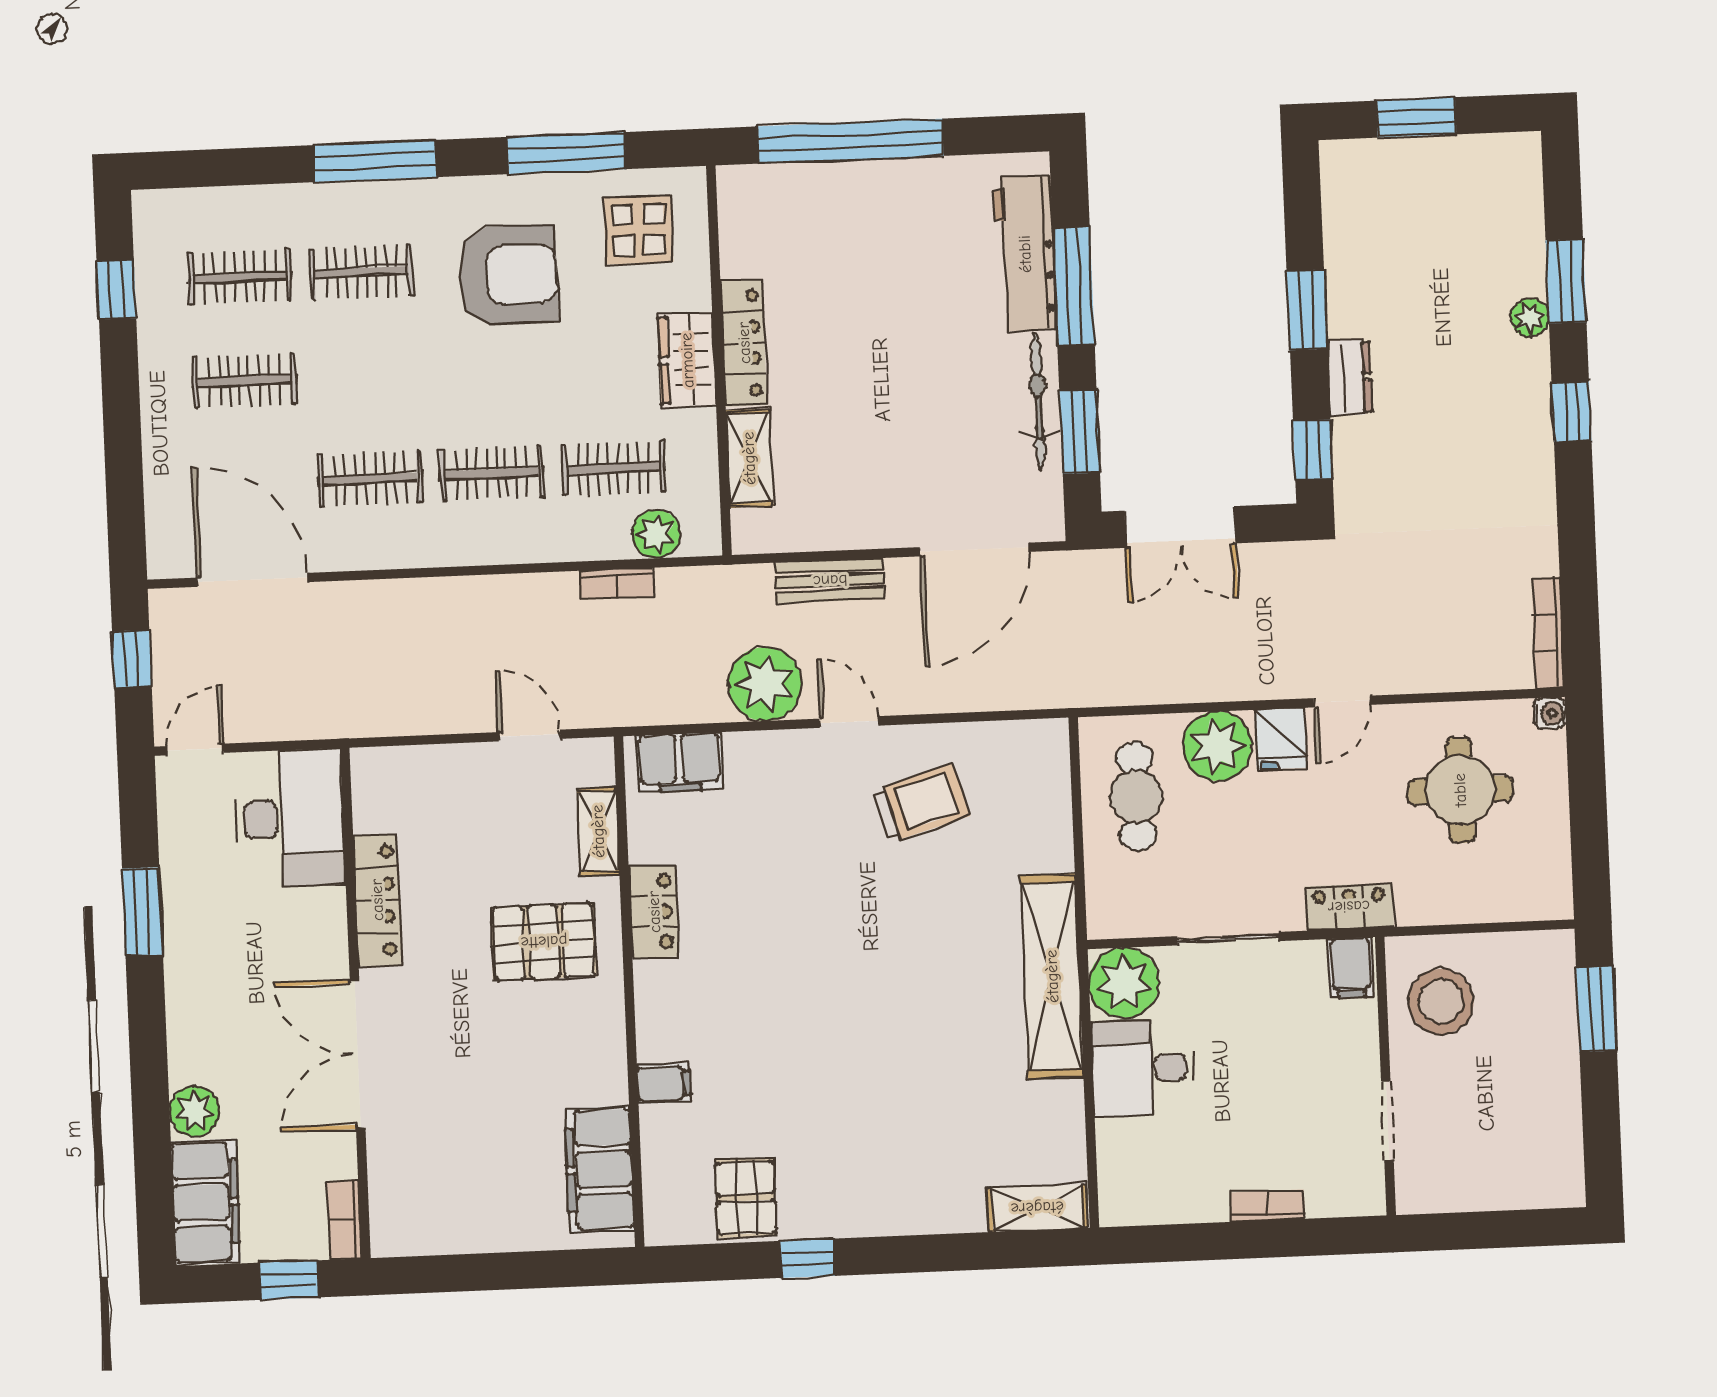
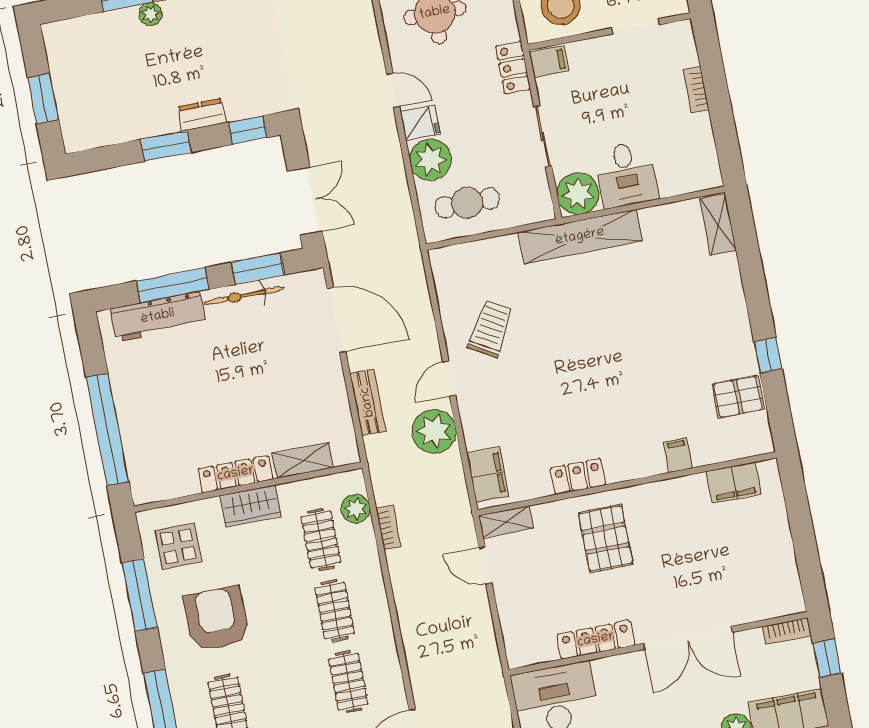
door: (529, 736) -> (485, 565), hinge flipped
trolley: (921, 803) -> (490, 329), turned 46
shelving: (598, 831) -> (506, 522), moved
filing cabinet: (599, 1169) -> (734, 483), width x0.67, depth x0.86

